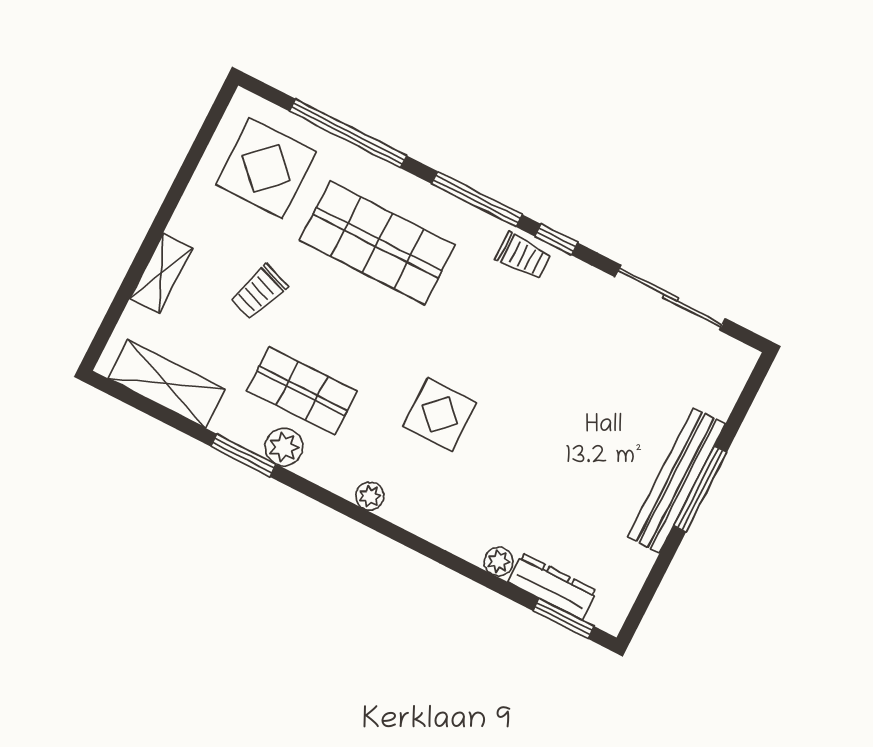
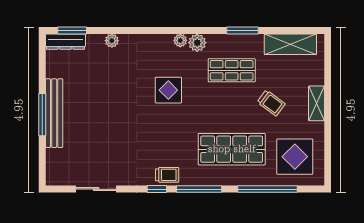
trolley: (523, 256) -> (167, 175), turned 180
shelving: (161, 273) -> (316, 103), moved
trolley: (259, 292) -> (271, 103), turned 107
sliding door: (670, 298) -> (96, 189), width x0.73
plant: (284, 447) -> (197, 43), moved
dresser: (552, 586) -> (65, 42), moved

